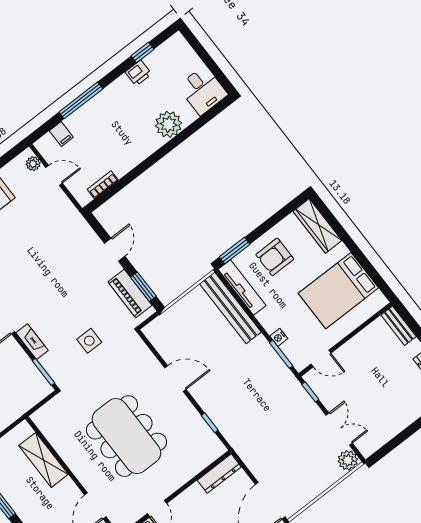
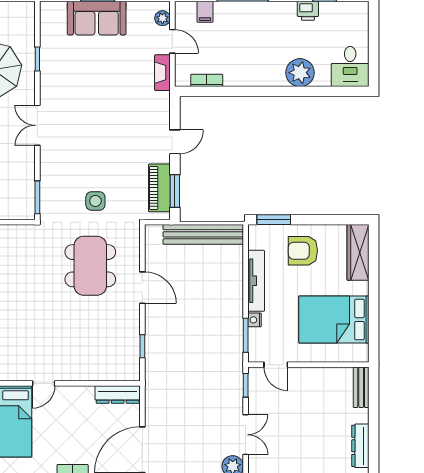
tv unit: (242, 287) -> (256, 281), moved
bench: (230, 308) -> (203, 234), moved, turned 90
fireplace: (32, 342) -> (162, 73), moved, turned 180
dining table: (126, 436) -> (90, 266), moved, width x0.73, depth x0.80

